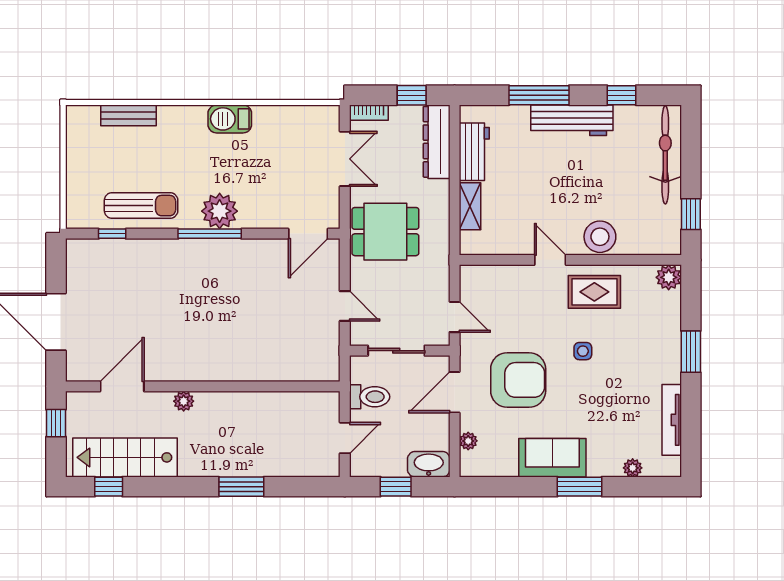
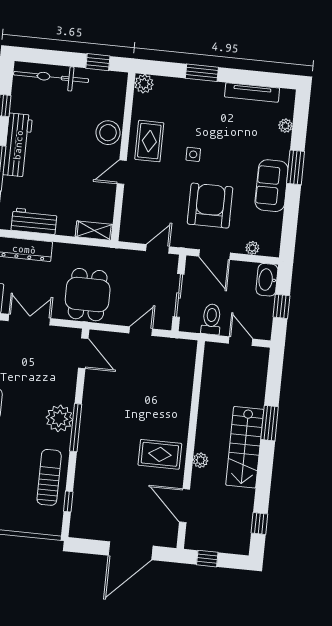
shelving: (470, 206) -> (94, 231), moved
rug: (186, 347) -> (160, 454), added
stairs: (125, 457) -> (245, 447), moved

